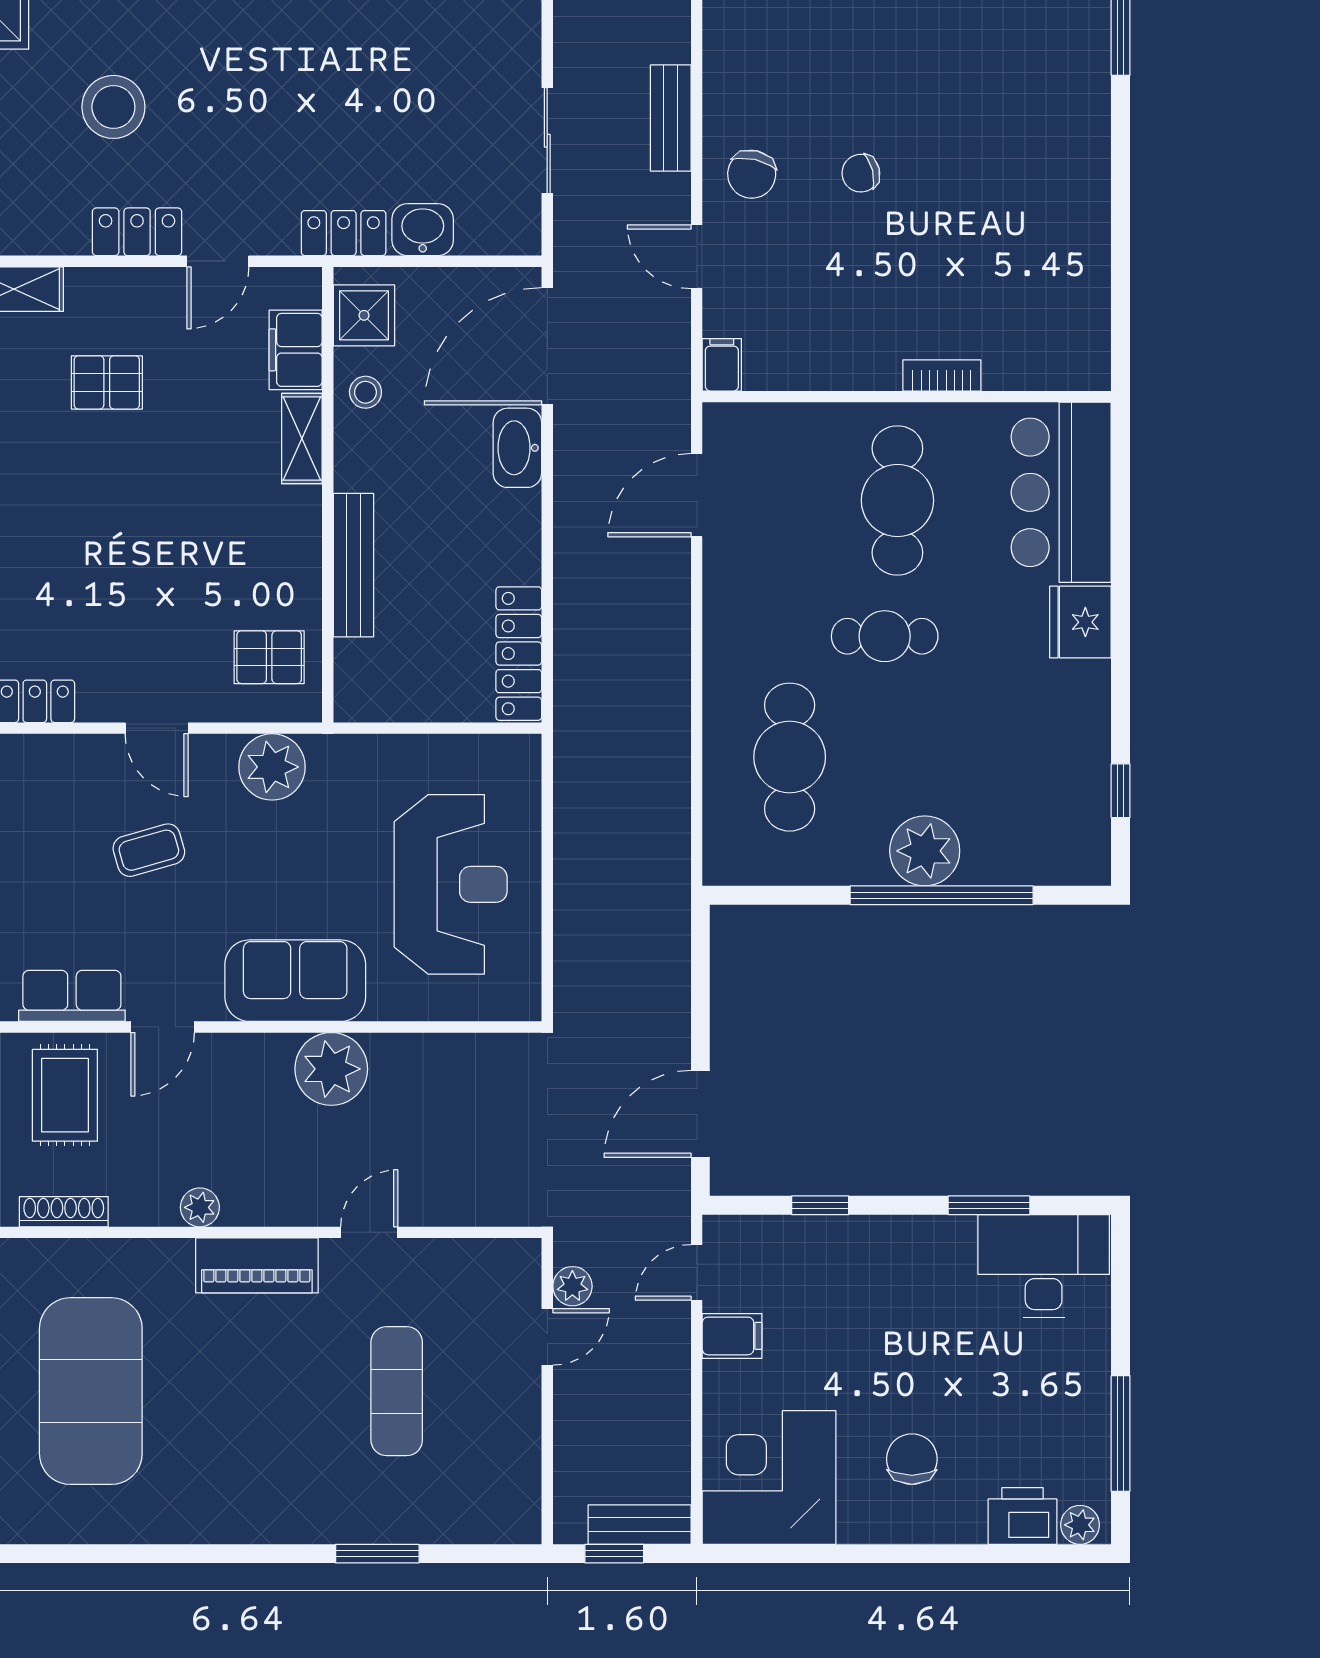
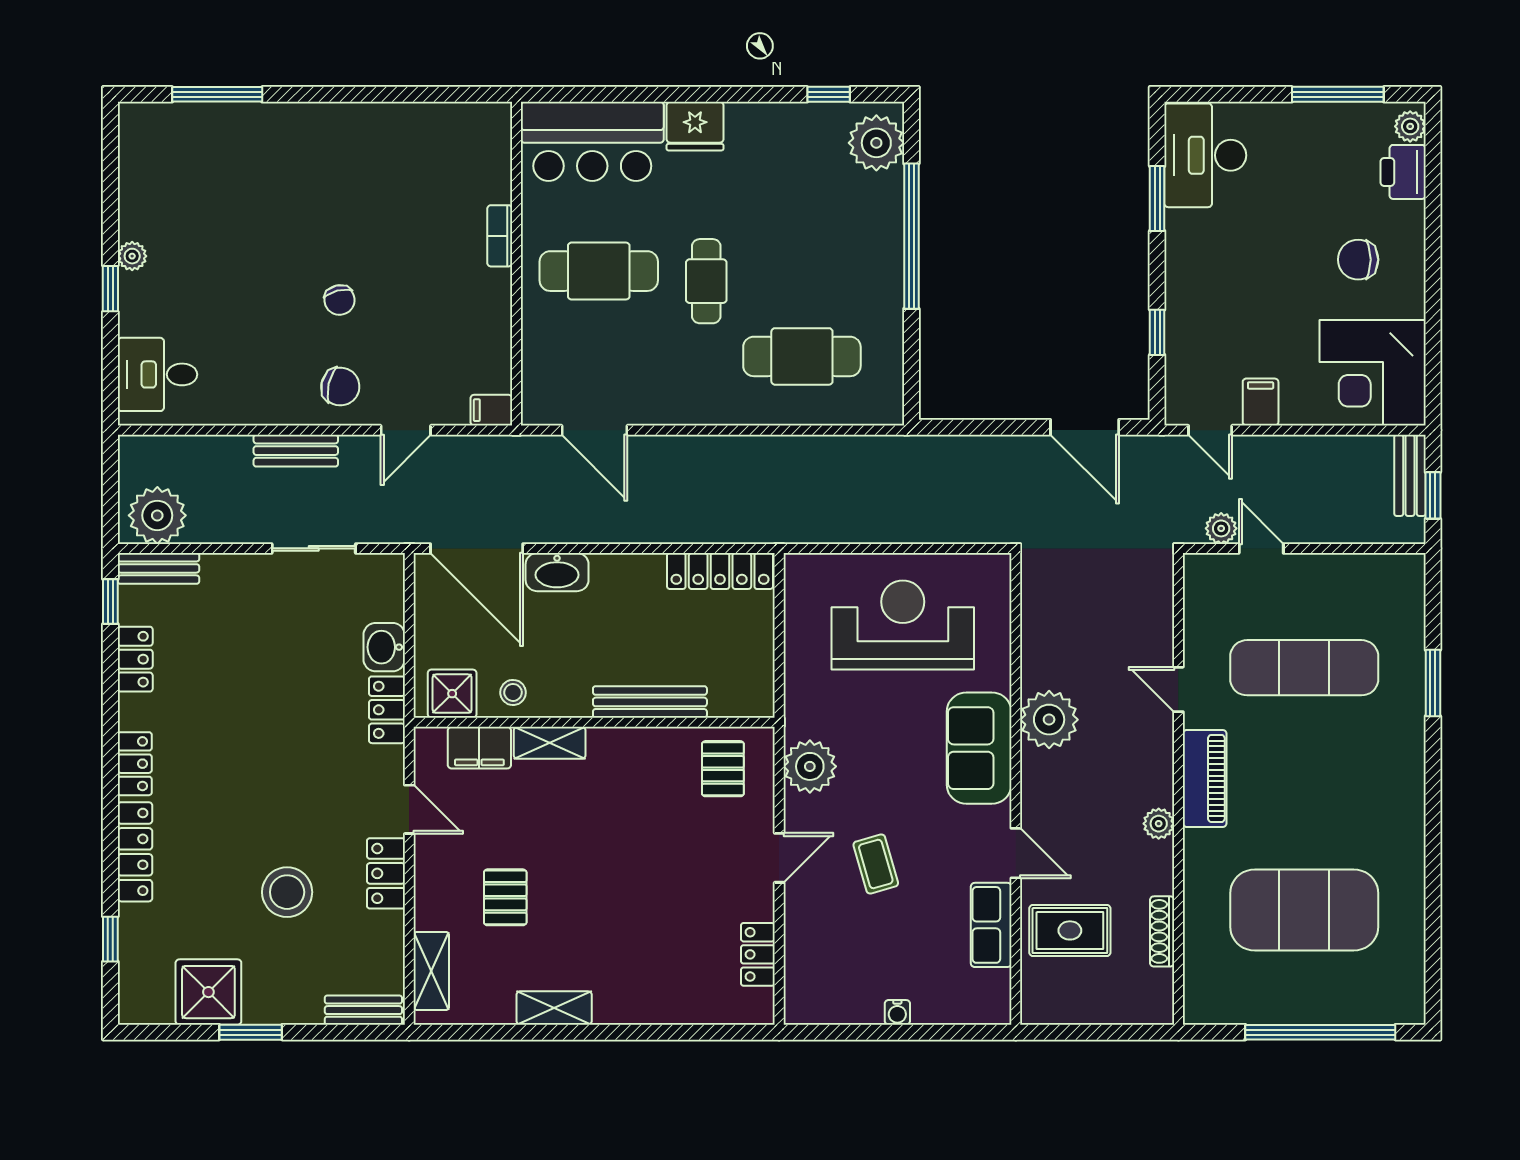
plant: (925, 851) -> (876, 143), moved
exercise mat: (397, 1391) -> (1304, 668), width x1.36, depth x1.45

